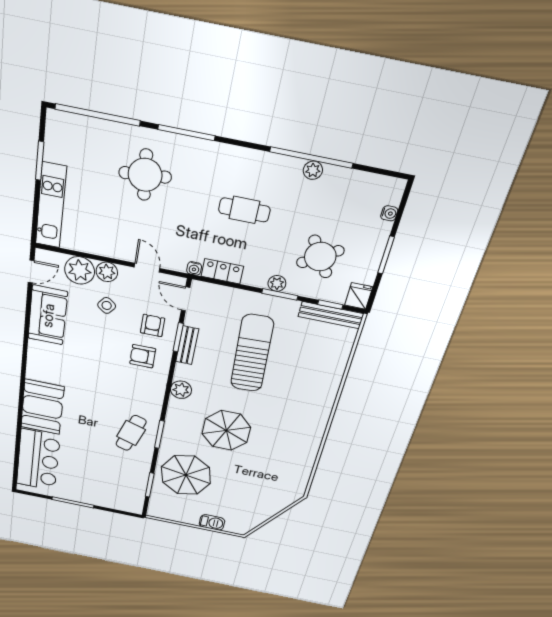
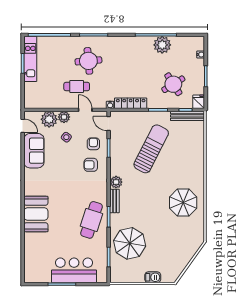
plant: (313, 170) -> (162, 45), width x1.88, depth x1.88
round table: (145, 175) -> (88, 61), moved
kitchen unit: (51, 206) -> (30, 59), moved
cafe table: (244, 210) -> (77, 86), moved
door: (31, 271) -> (23, 126), hinge flipped
locker: (222, 271) -> (131, 103), width x1.53
plant: (277, 283) -> (155, 104), removed
bench: (187, 345) -> (115, 201), moved
sun lounger: (252, 353) -> (151, 149), turned 30
parasol: (226, 430) -> (183, 203), moved
cafe table: (131, 433) -> (92, 220), width x1.37, depth x1.35
bar counter: (38, 460) -> (74, 270), moved, turned -90

